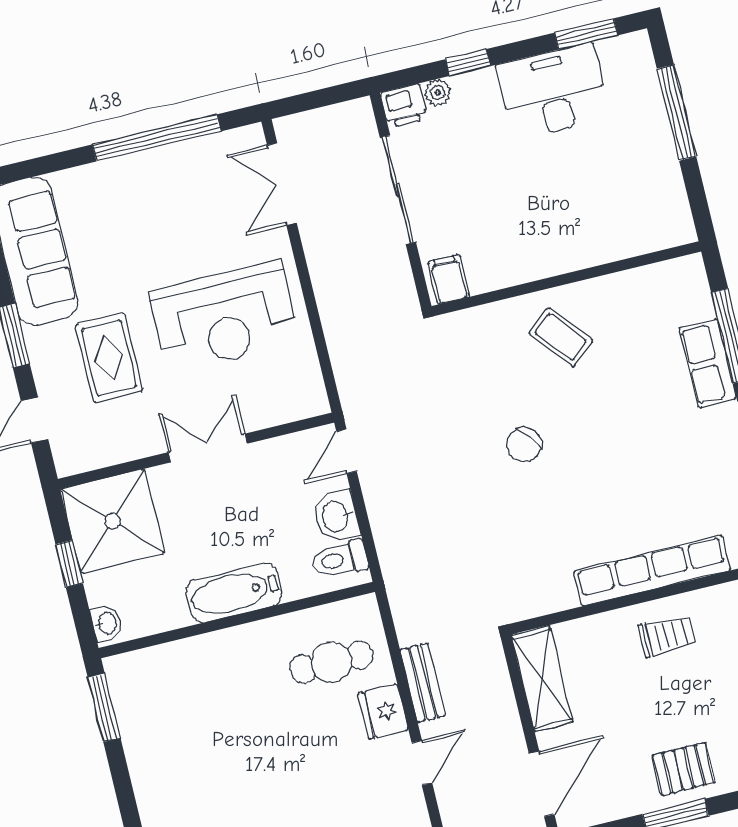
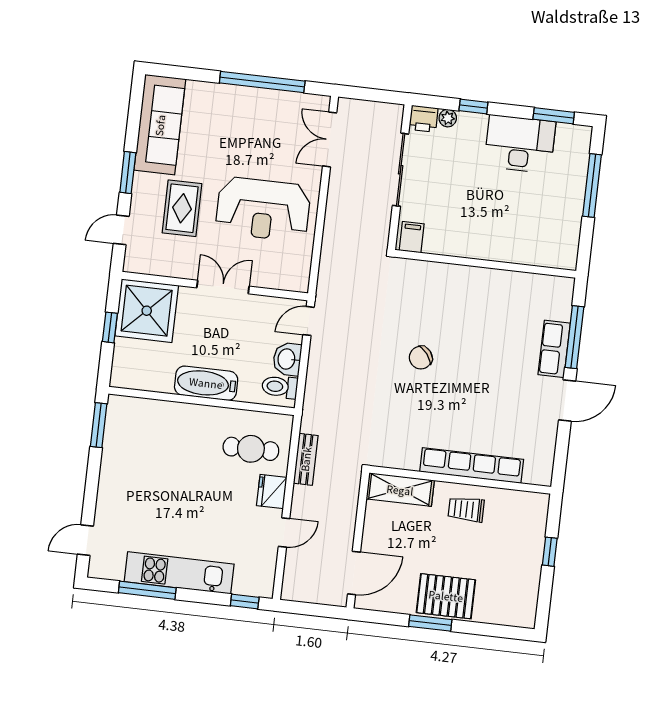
coffee table: (561, 337) -> (468, 299), removed
washbasin: (107, 623) -> (120, 373), removed
trolley: (667, 636) -> (466, 509), turned 180
shelving: (542, 679) -> (400, 490), moved, turned 90
bench: (423, 683) -> (306, 459), moved
pallet: (684, 769) -> (446, 596), width x1.50, depth x1.42

